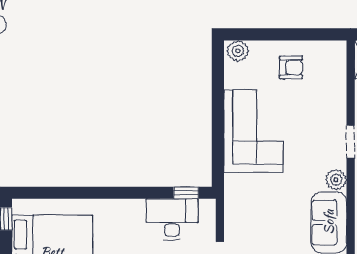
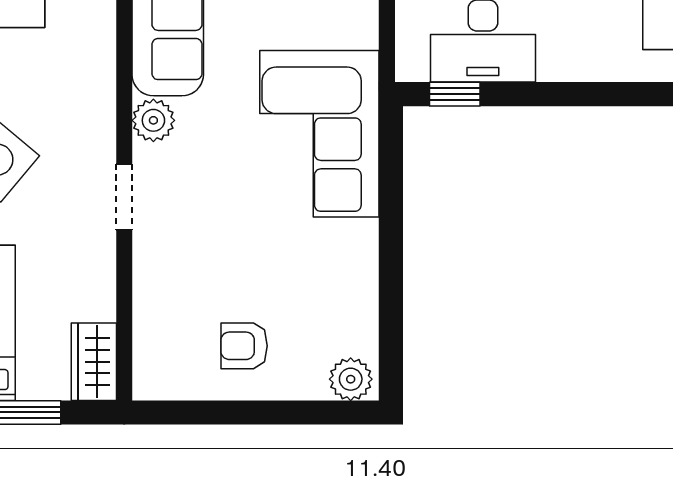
corner sofa: (254, 131) -> (319, 134), moved

